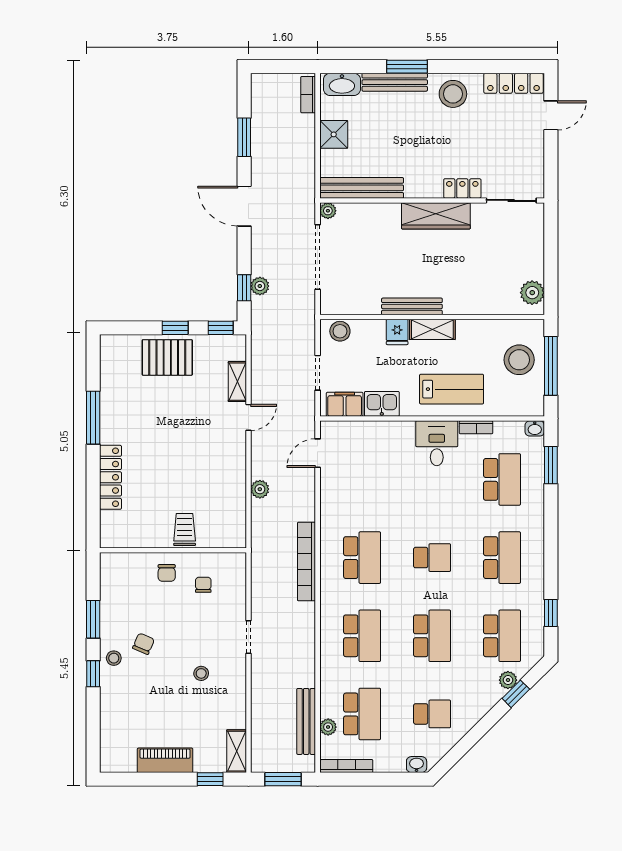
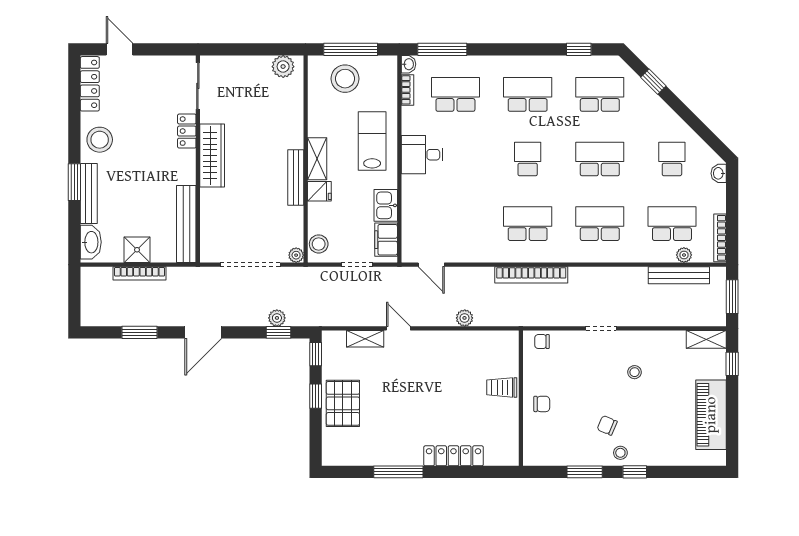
bookcase: (308, 95) -> (140, 273), moved, width x1.56
plant: (328, 211) -> (296, 255), moved
bookcase: (476, 427) -> (407, 90), moved
window: (551, 465) -> (442, 49), width x1.44
chair: (203, 585) -> (542, 342), moved
plant: (508, 680) -> (641, 89), removed
piano: (165, 760) -> (711, 415), width x1.37, depth x1.33

